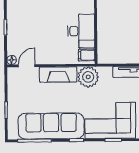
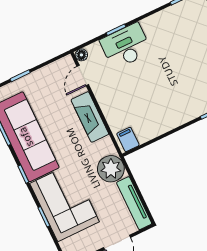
desk: (81, 31) -> (126, 46), moved, turned 180
door: (27, 66) -> (83, 75), swing flipped
plant: (88, 77) -> (111, 169), moved

